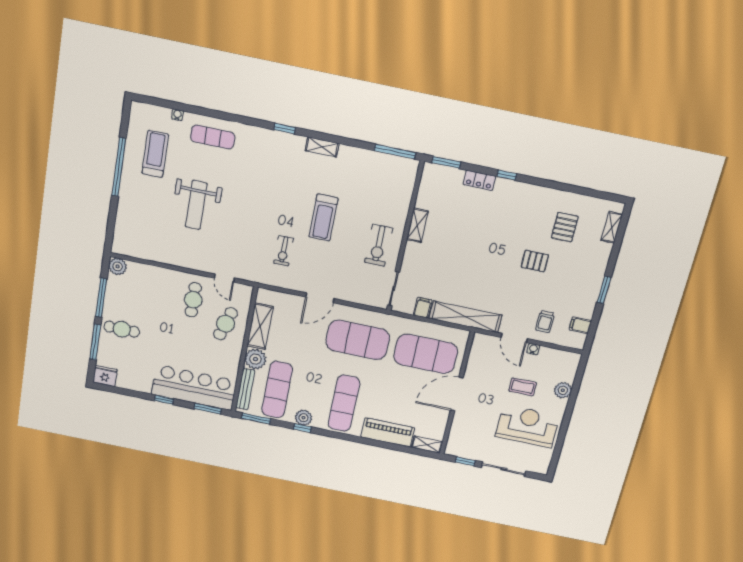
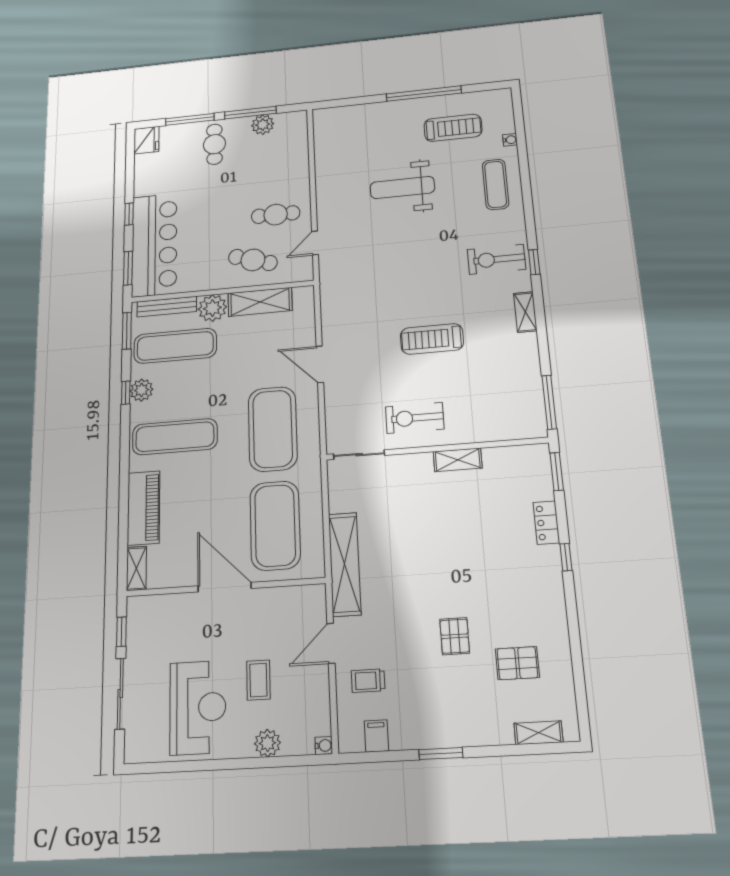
exercise bike: (284, 251) -> (496, 259), moved, width x1.38, depth x1.39
plant: (118, 266) -> (263, 125), moved
filing cabinet: (423, 308) -> (342, 501), removed
water cooler: (533, 349) -> (324, 746), moved

